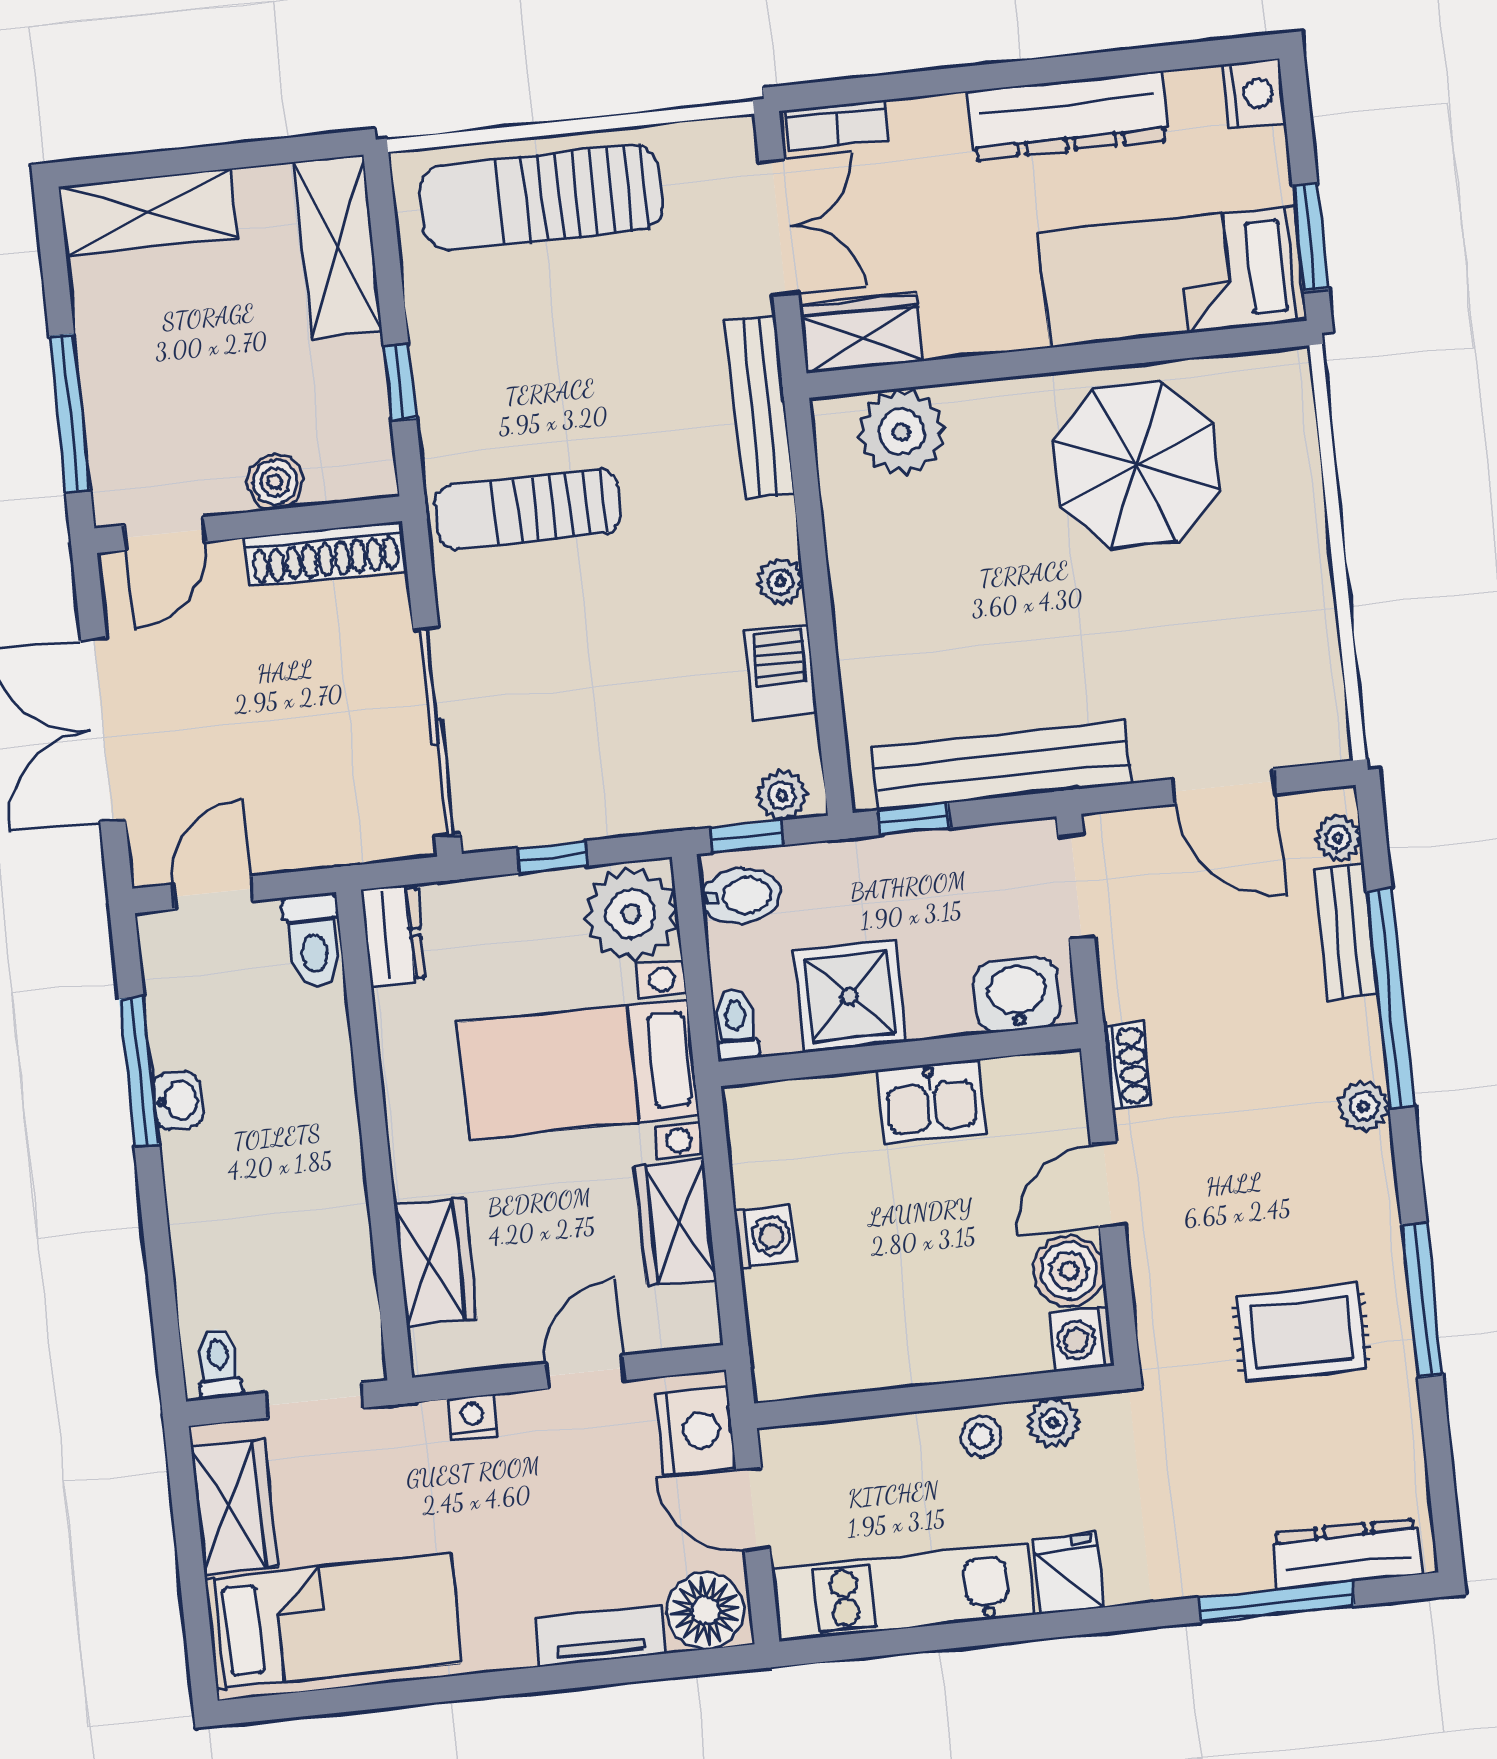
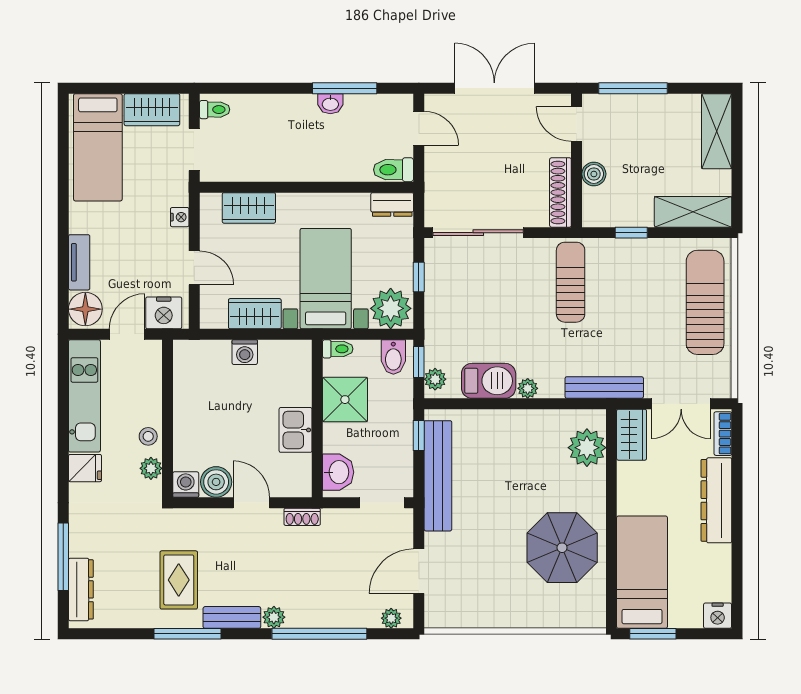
dresser: (1068, 116) -> (716, 500), moved
barbecue: (781, 672) -> (489, 381), width x1.38, depth x1.27
bench: (1346, 932) -> (232, 617), moved

